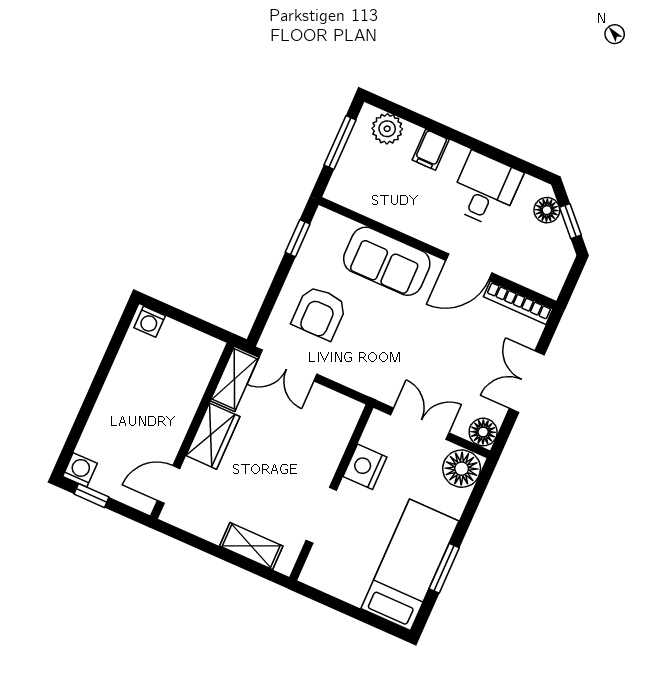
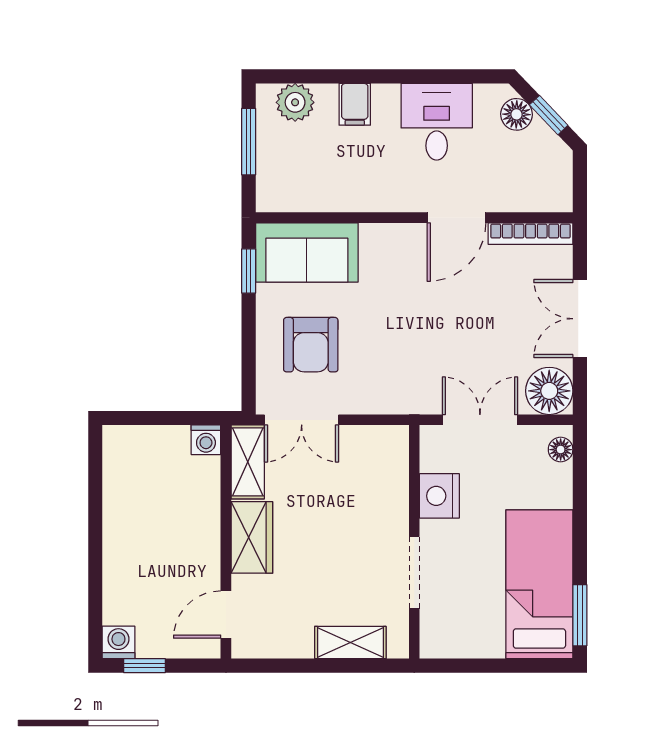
sofa: (387, 261) -> (307, 252), moved
washing machine: (150, 322) -> (206, 440), moved
floor lamp: (483, 432) -> (549, 391), width x1.38, depth x1.38
floor lamp: (462, 469) -> (561, 450), width x0.53, depth x0.53
window: (444, 568) -> (580, 615), moved

